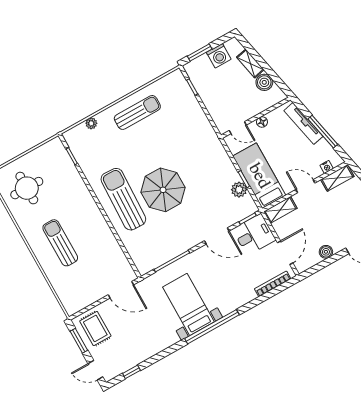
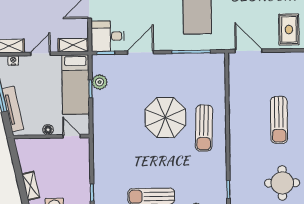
boiler: (264, 82) -> (27, 163), removed
door: (305, 186) -> (41, 54), swing flipped
sun lounger: (123, 199) -> (204, 128), width x0.73, depth x0.75
door: (217, 236) -> (141, 52), hinge flipped

